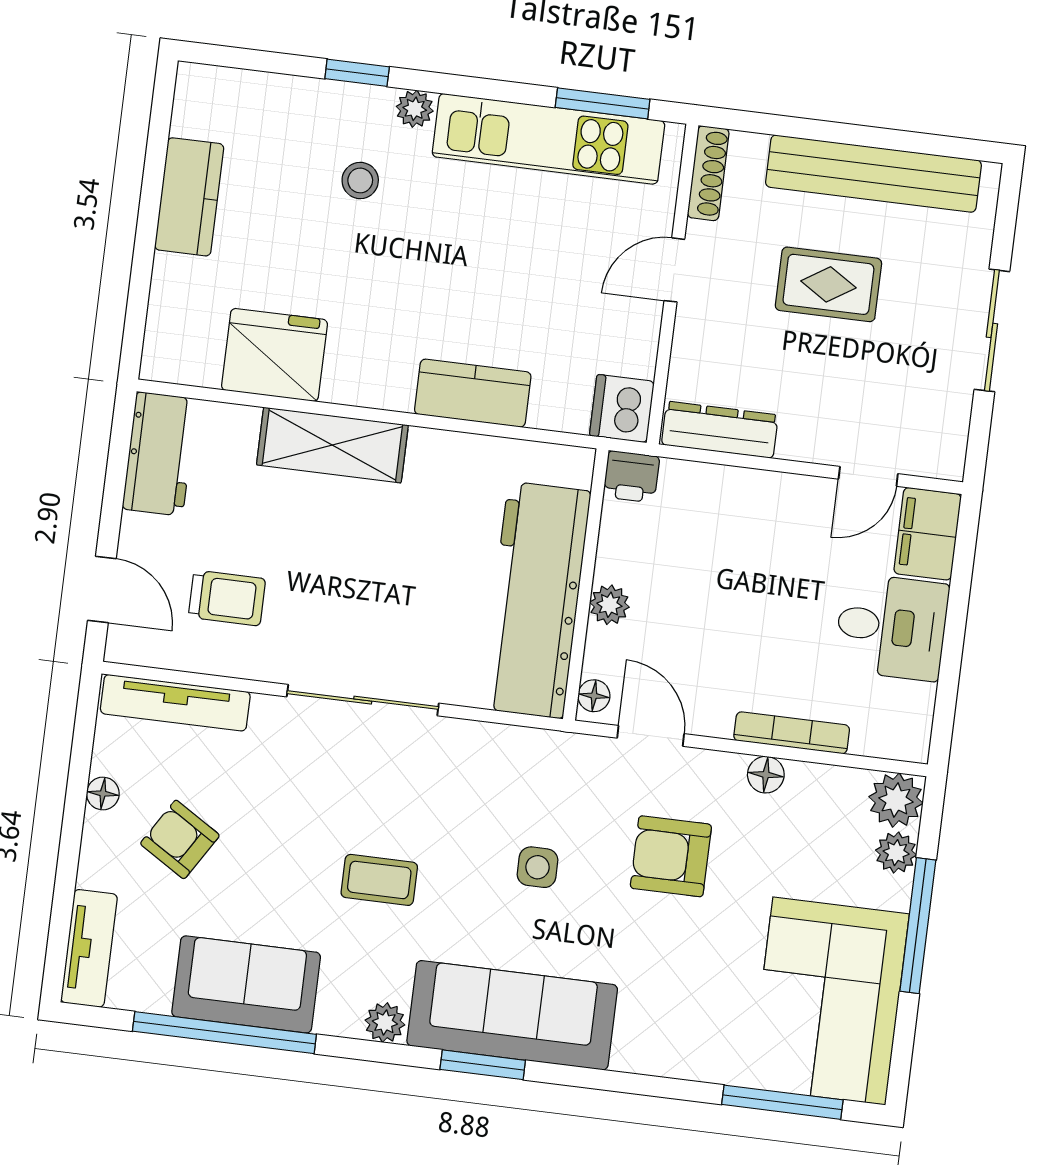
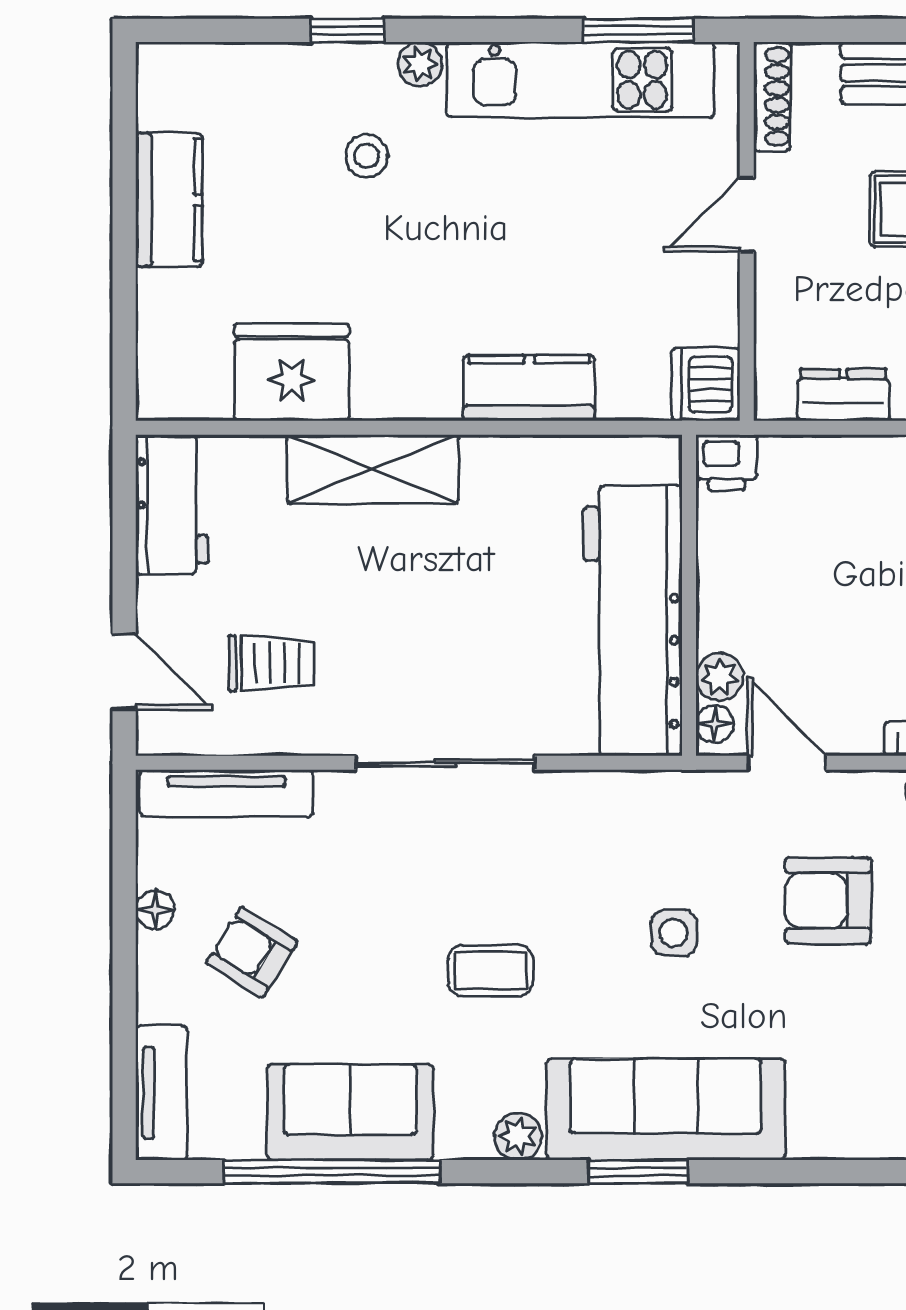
dresser: (720, 430) -> (843, 395), width x0.70
plant: (609, 605) -> (720, 677), moved

